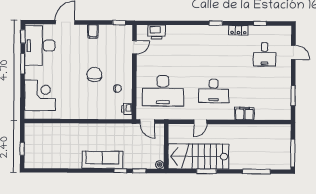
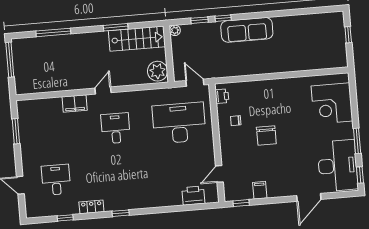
filing cabinet: (93, 31) -> (260, 190), moved
desk: (214, 91) -> (116, 128), width x0.73
door: (200, 122) -> (103, 90), moved
plant: (176, 133) -> (158, 71), added
stairs: (198, 156) -> (137, 39), width x0.73, depth x0.66

